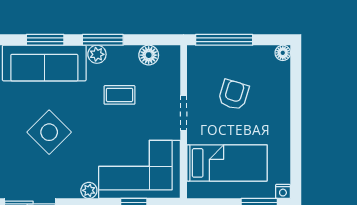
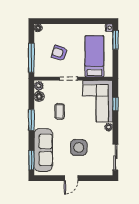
window: (45, 40) -> (31, 160), moved
plant: (97, 54) -> (39, 86), moved
side table: (49, 132) -> (79, 147), turned 45

